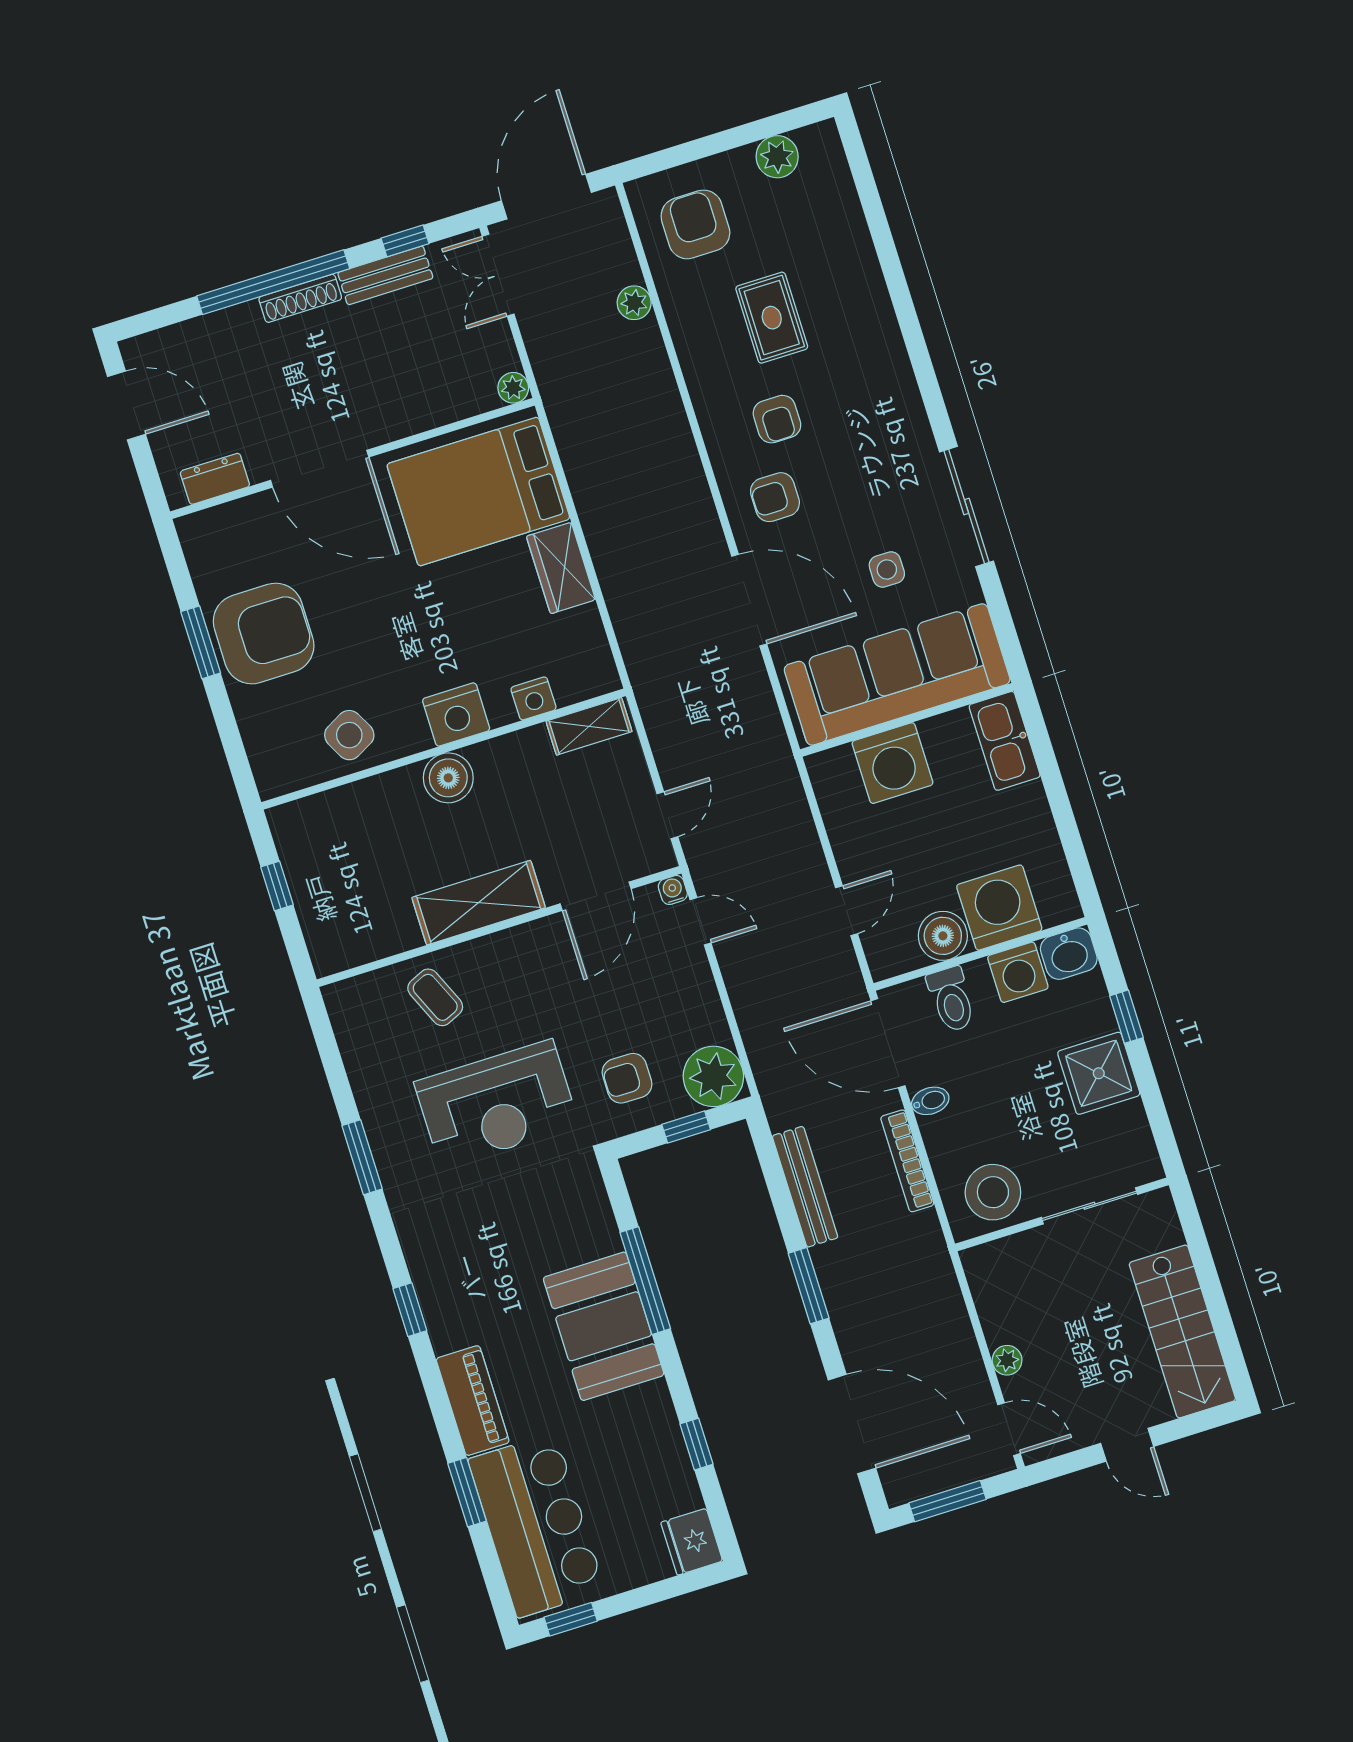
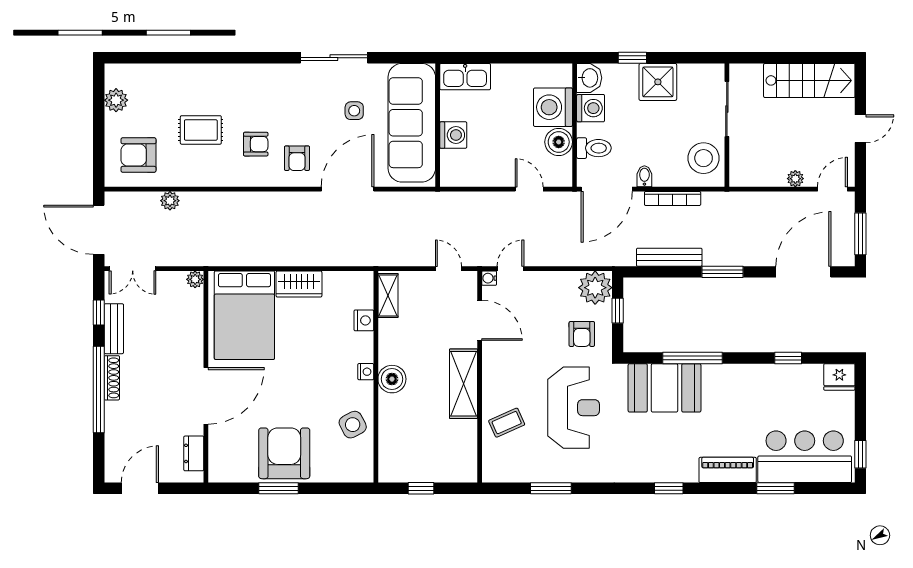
nightstand: (456, 715) -> (366, 372), width x0.53, depth x0.56
washing machine: (892, 763) -> (453, 135), width x0.73, depth x0.73
window: (362, 1157) -> (551, 488), moved
booth: (604, 1326) -> (664, 388), moved

